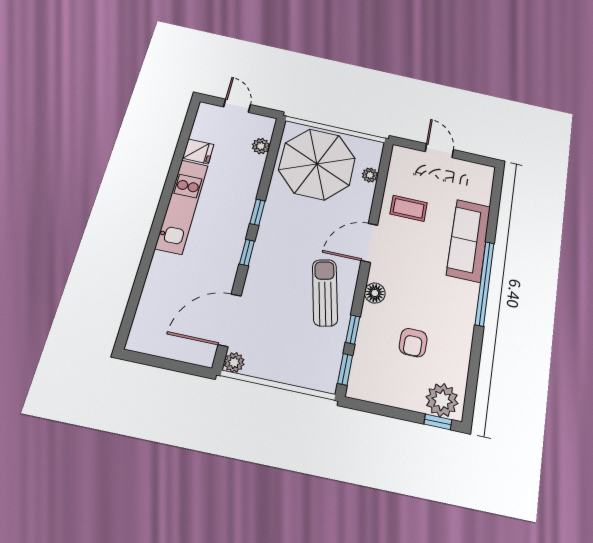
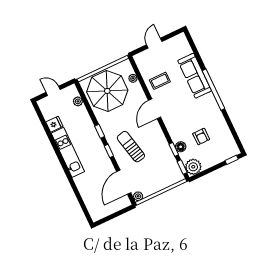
door: (439, 151) -> (154, 43), hinge flipped
sun lounger: (325, 293) -> (131, 147), moved
floor lamp: (375, 293) -> (181, 147), moved
plant: (442, 400) -> (193, 167), moved

